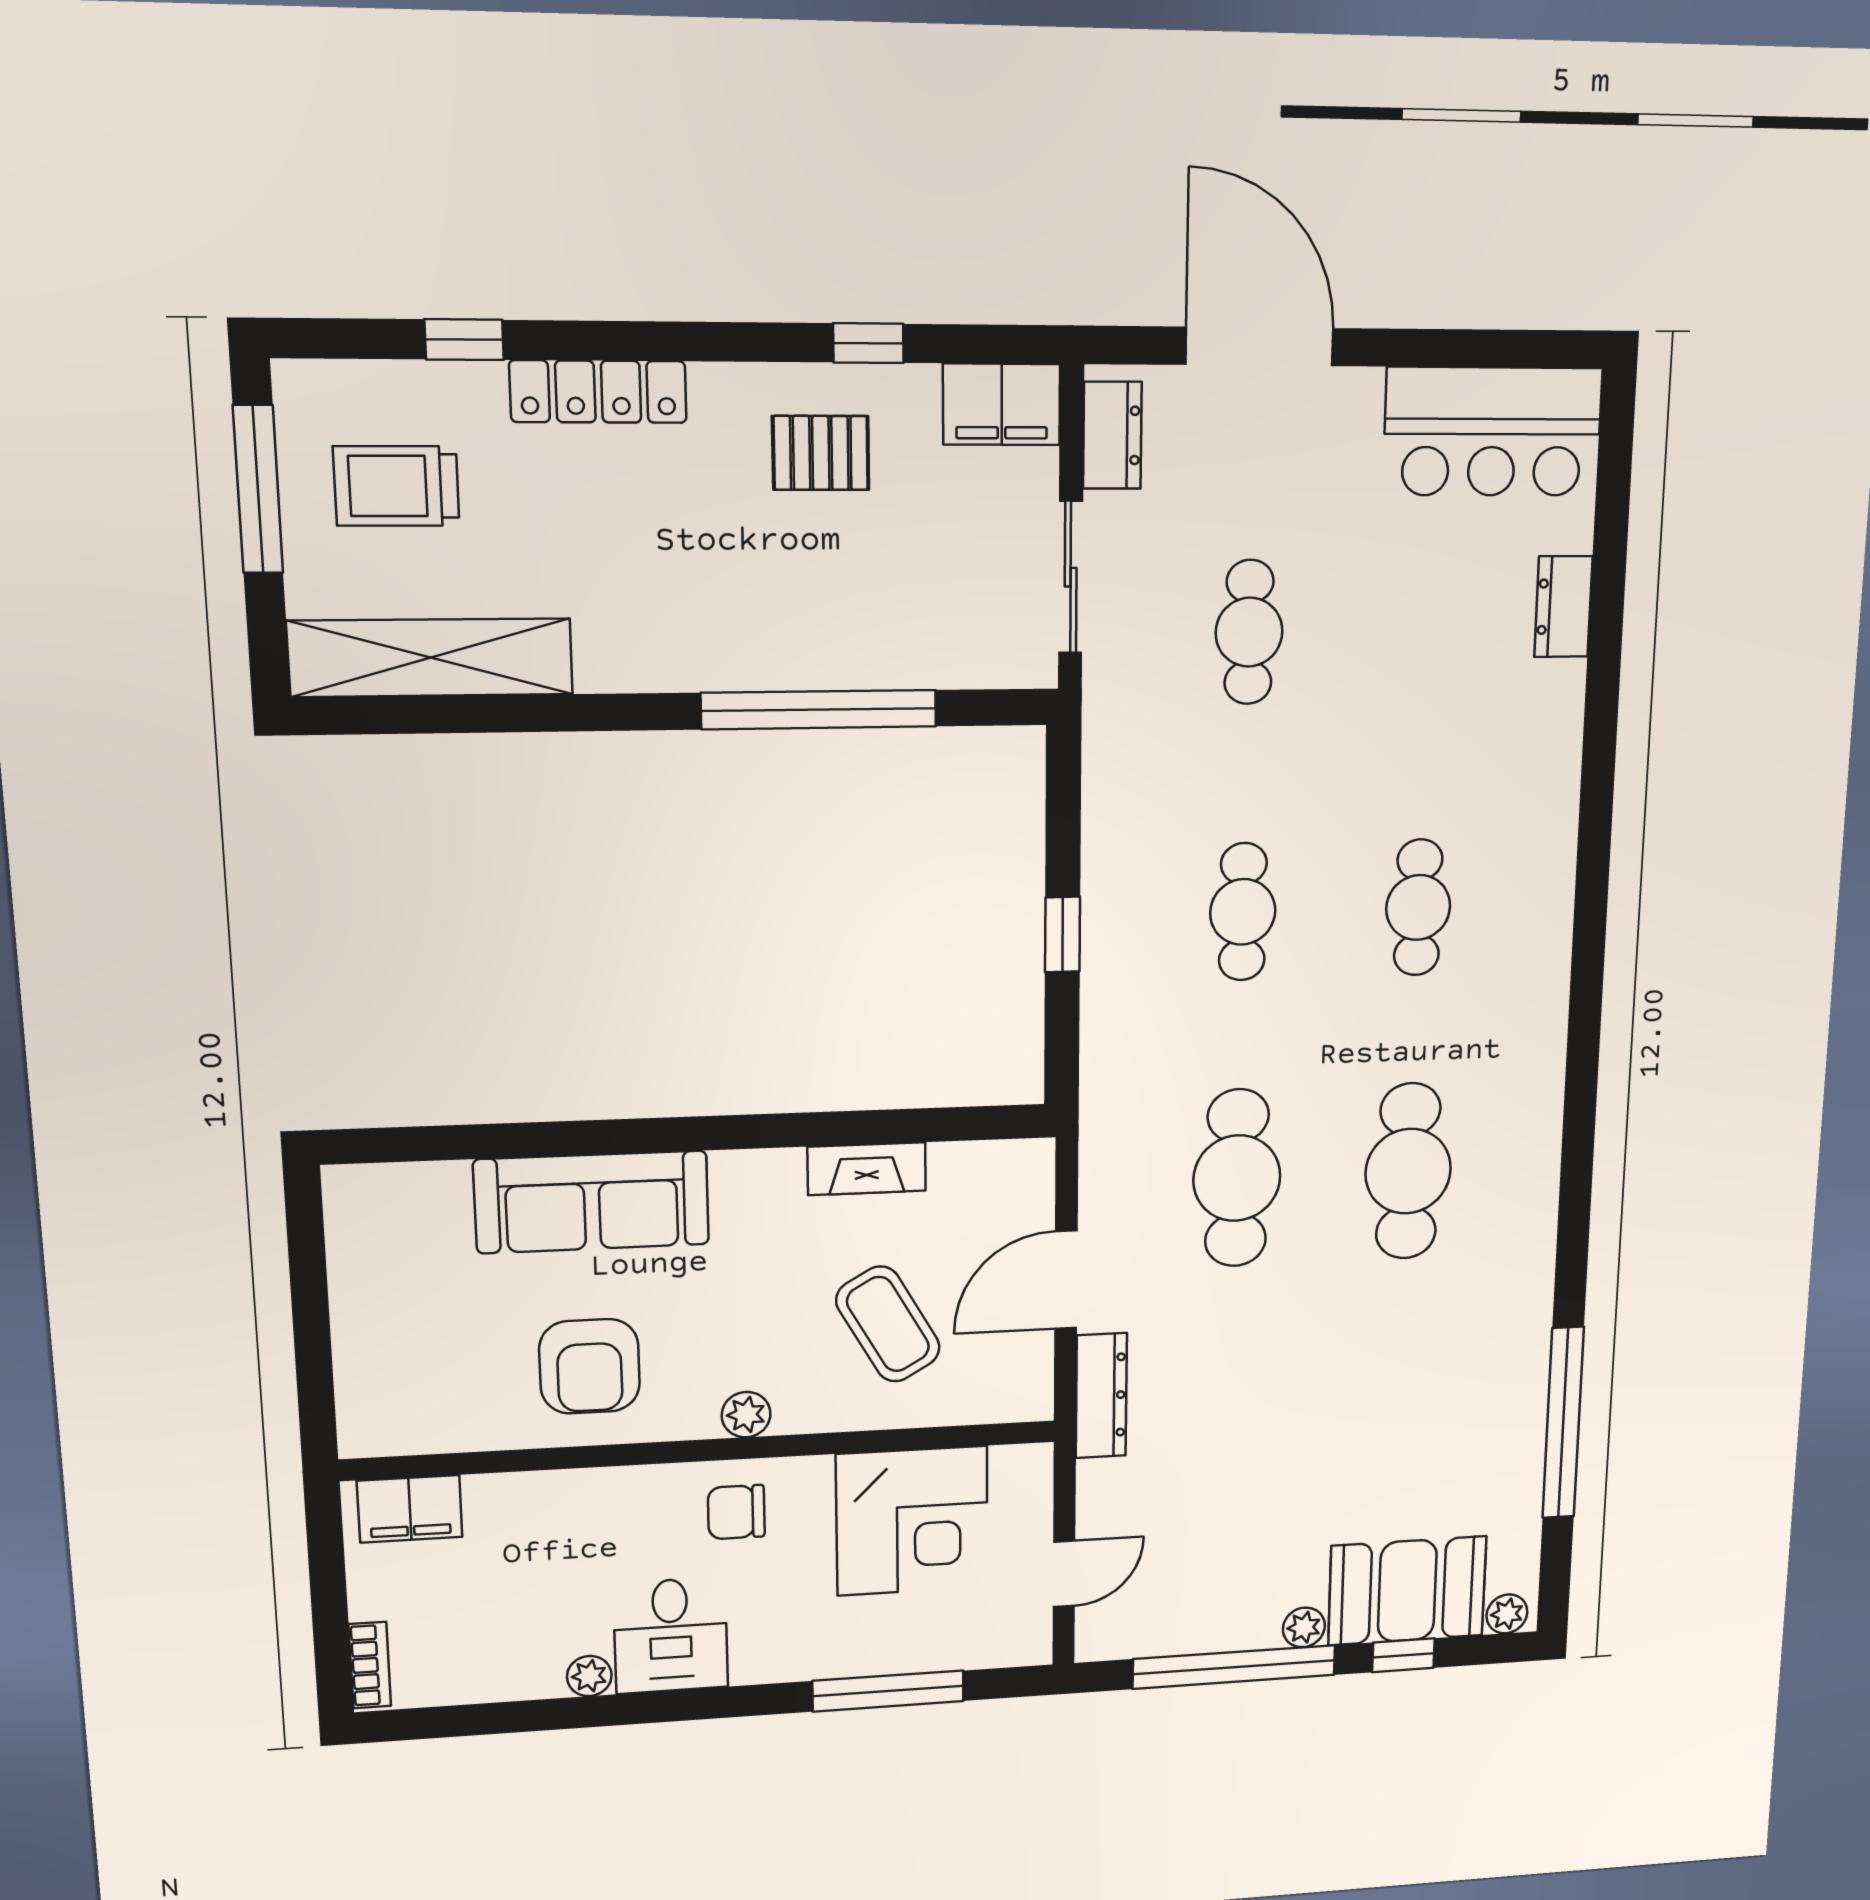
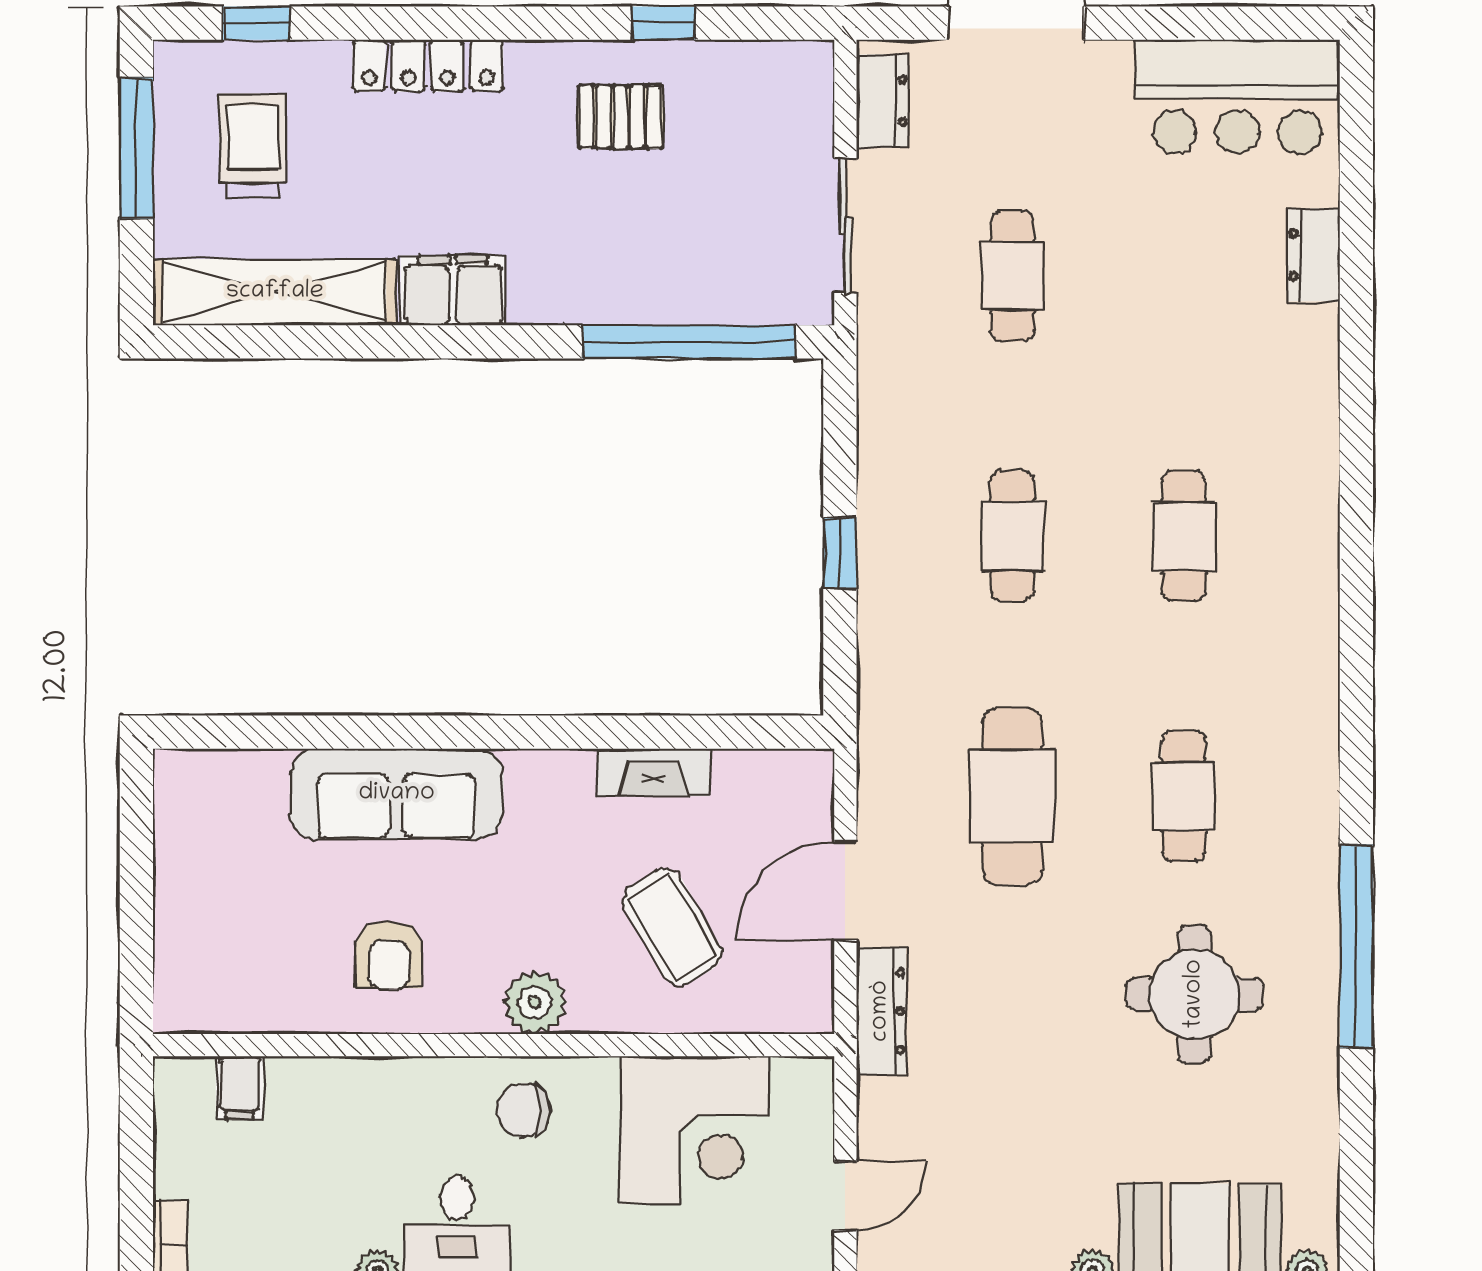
window: (464, 340) -> (256, 23), moved
filing cabinet: (1002, 404) -> (453, 291), moved, turned 180
trolley: (396, 486) -> (253, 145), turned 90
window: (819, 710) -> (689, 342), moved
cafe table: (1408, 1171) -> (1184, 796), width x0.73, depth x0.74
round table: (1411, 1363) -> (1195, 994), added
armchair: (590, 1366) -> (389, 955), width x0.72, depth x0.72
plant: (746, 1415) -> (535, 1002), width x1.38, depth x1.38
window: (1563, 1423) -> (1356, 946), moved
filing cabinet: (410, 1509) -> (240, 1088), width x0.50

